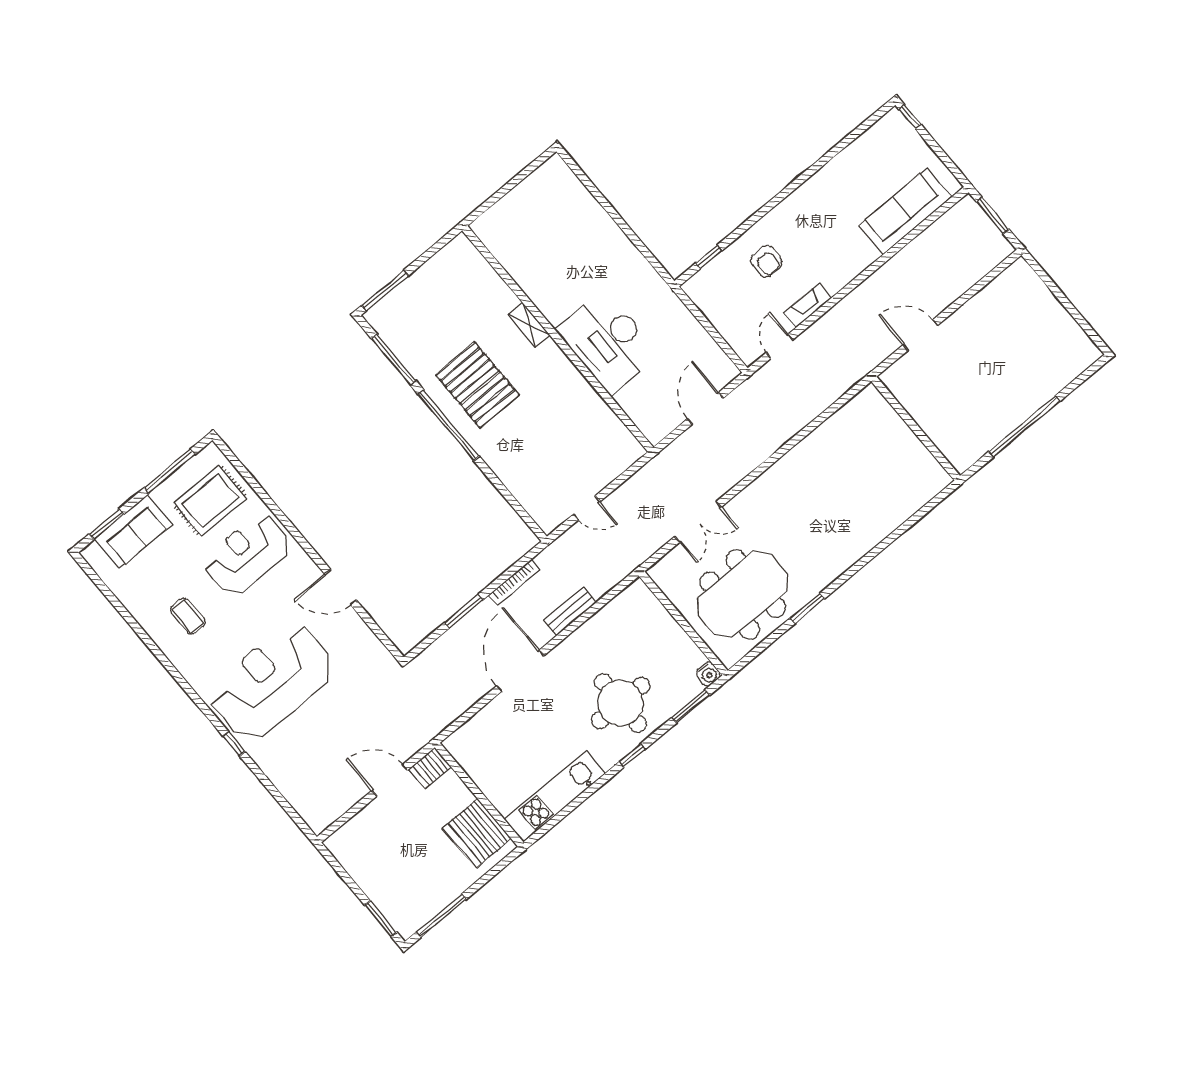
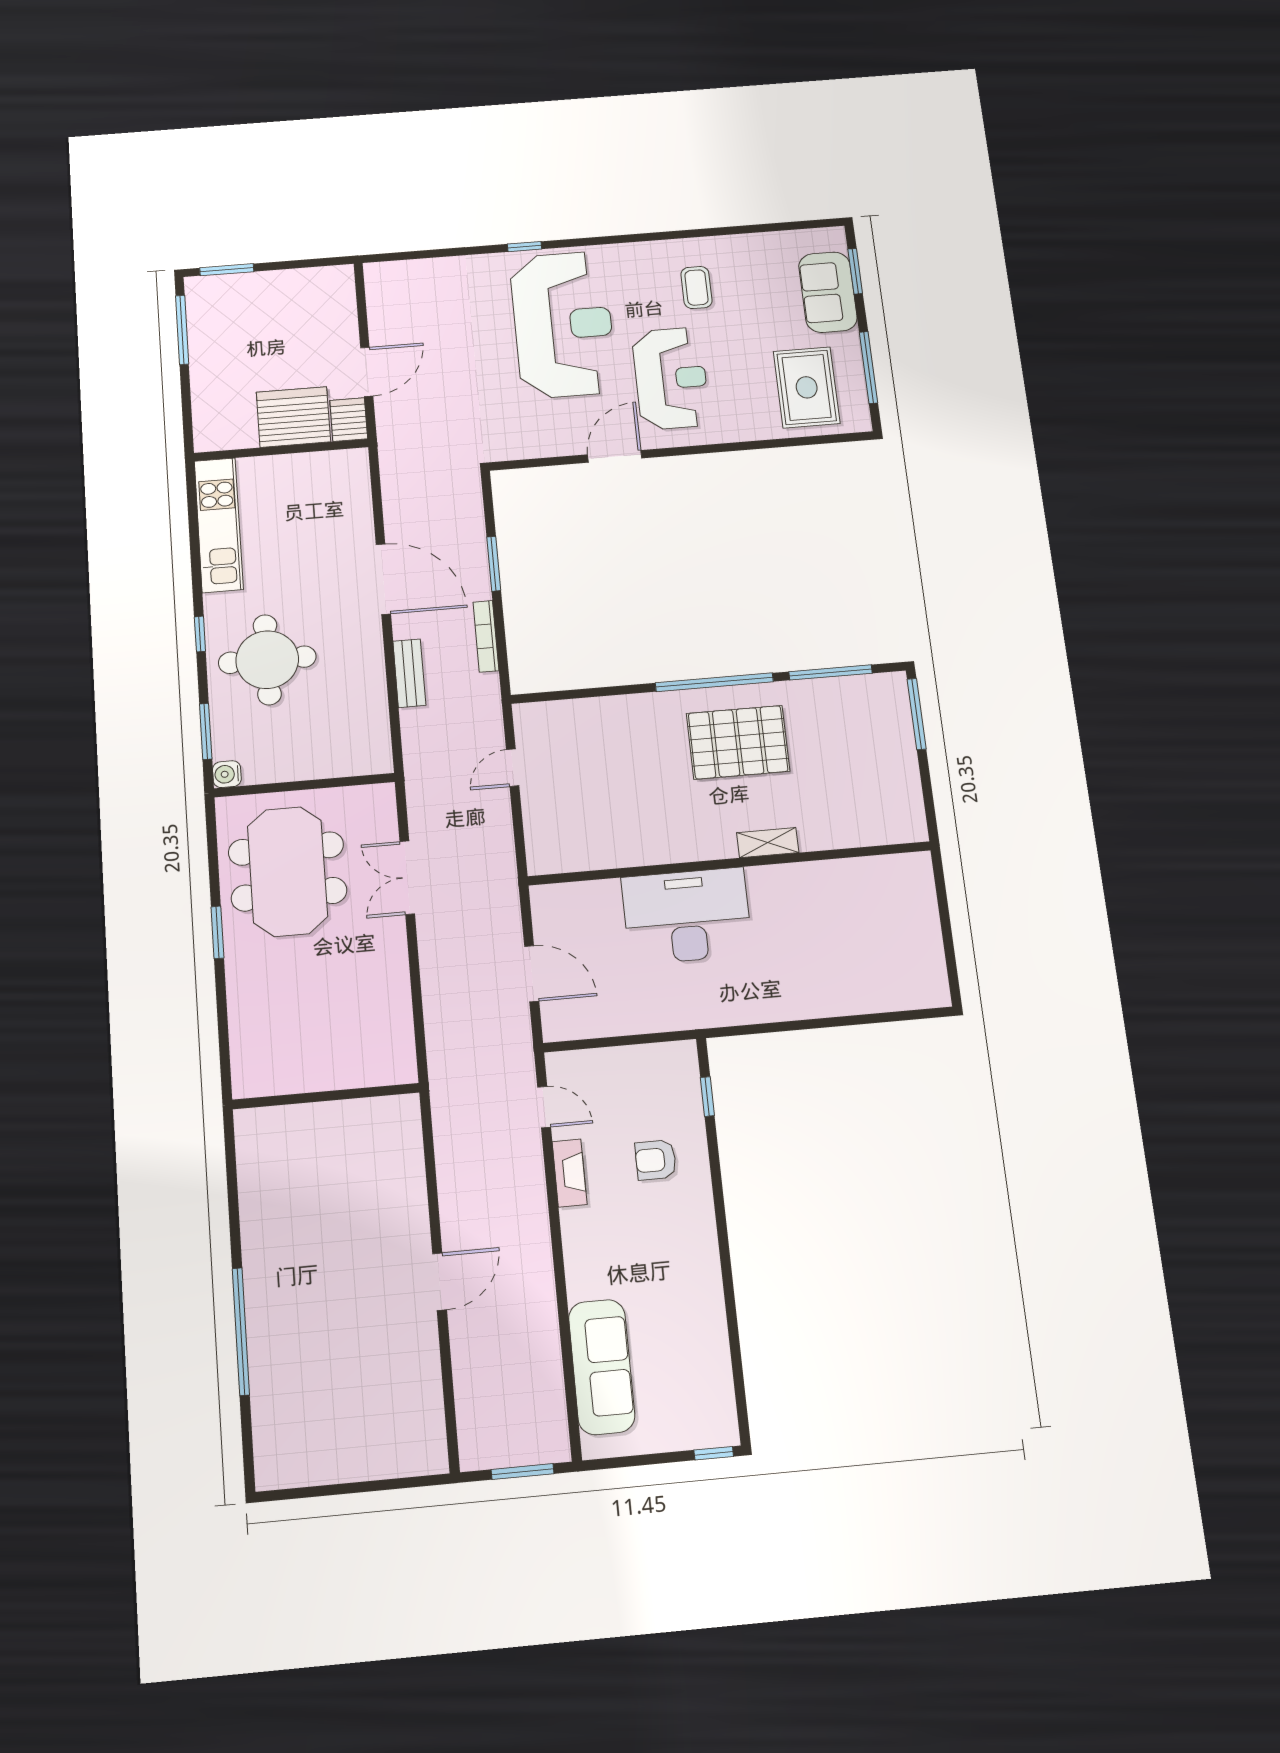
wall: (916, 428) -> (326, 1096), moved
reception desk: (248, 555) -> (671, 378), moved
coffee table: (188, 616) -> (696, 288), turned 90
server rack: (477, 833) -> (293, 417), moved

